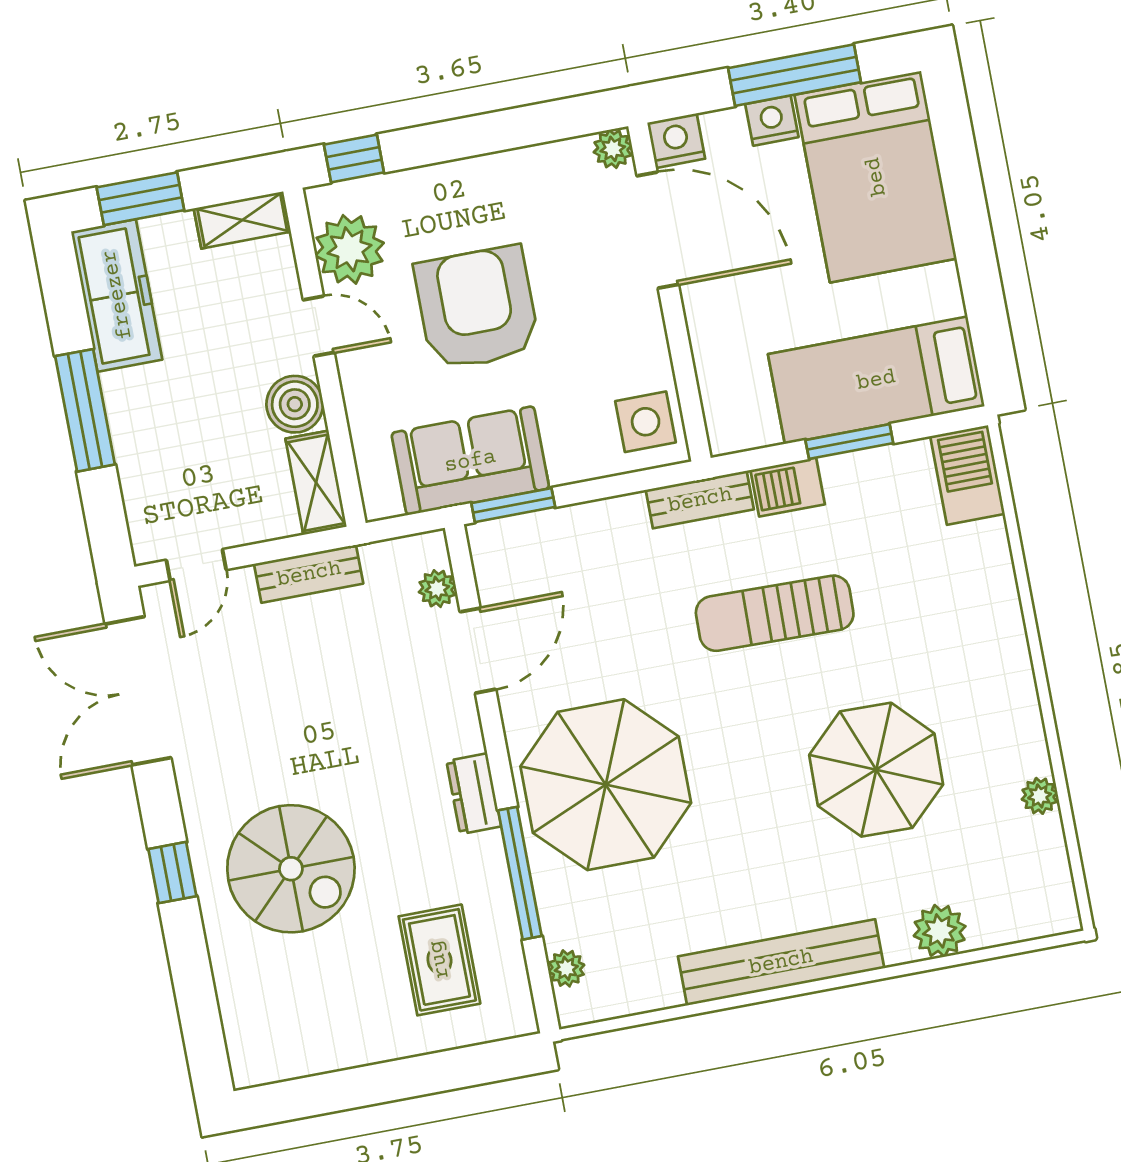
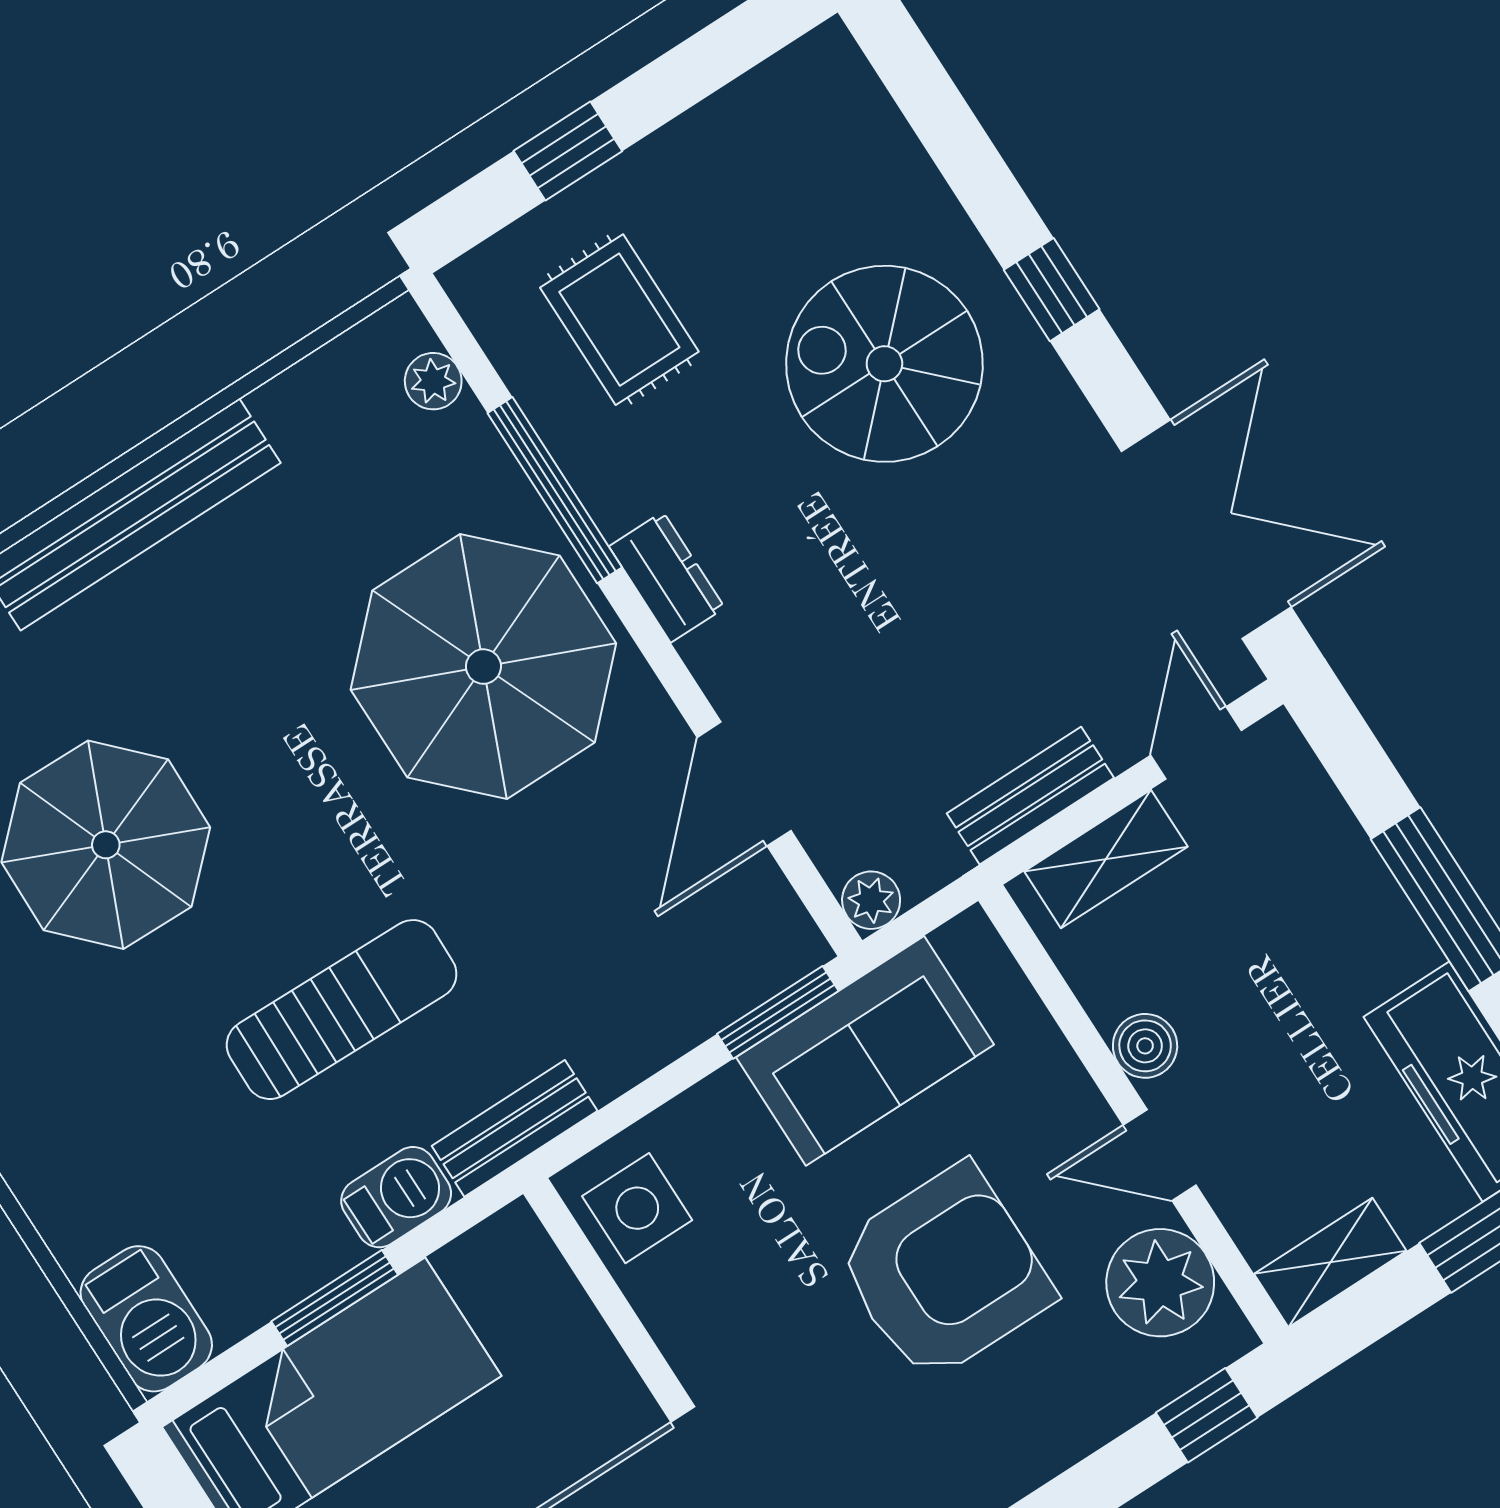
armchair: (477, 308) -> (944, 1273), turned -90
boiler: (295, 404) -> (1145, 1046), width x0.73, depth x0.73
shelving: (316, 483) -> (1106, 859), moved, turned 90
plant: (437, 589) -> (871, 900), moved
window: (429, 1074) -> (568, 151), added

